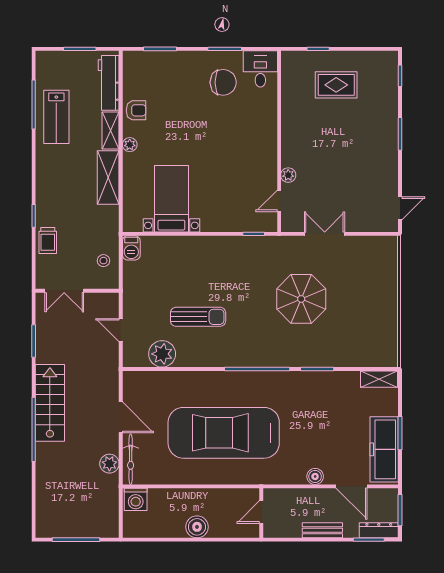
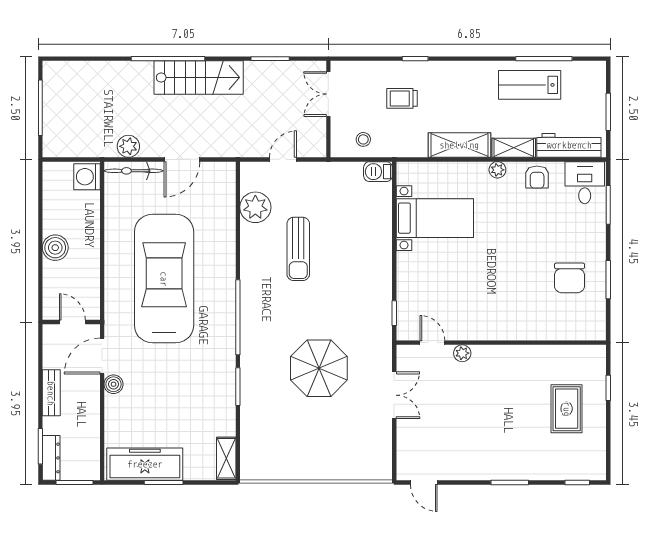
desk: (260, 69) -> (585, 183), moved, turned -90
trolley: (48, 241) -> (402, 98), moved
door: (351, 486) -> (102, 356), moved

